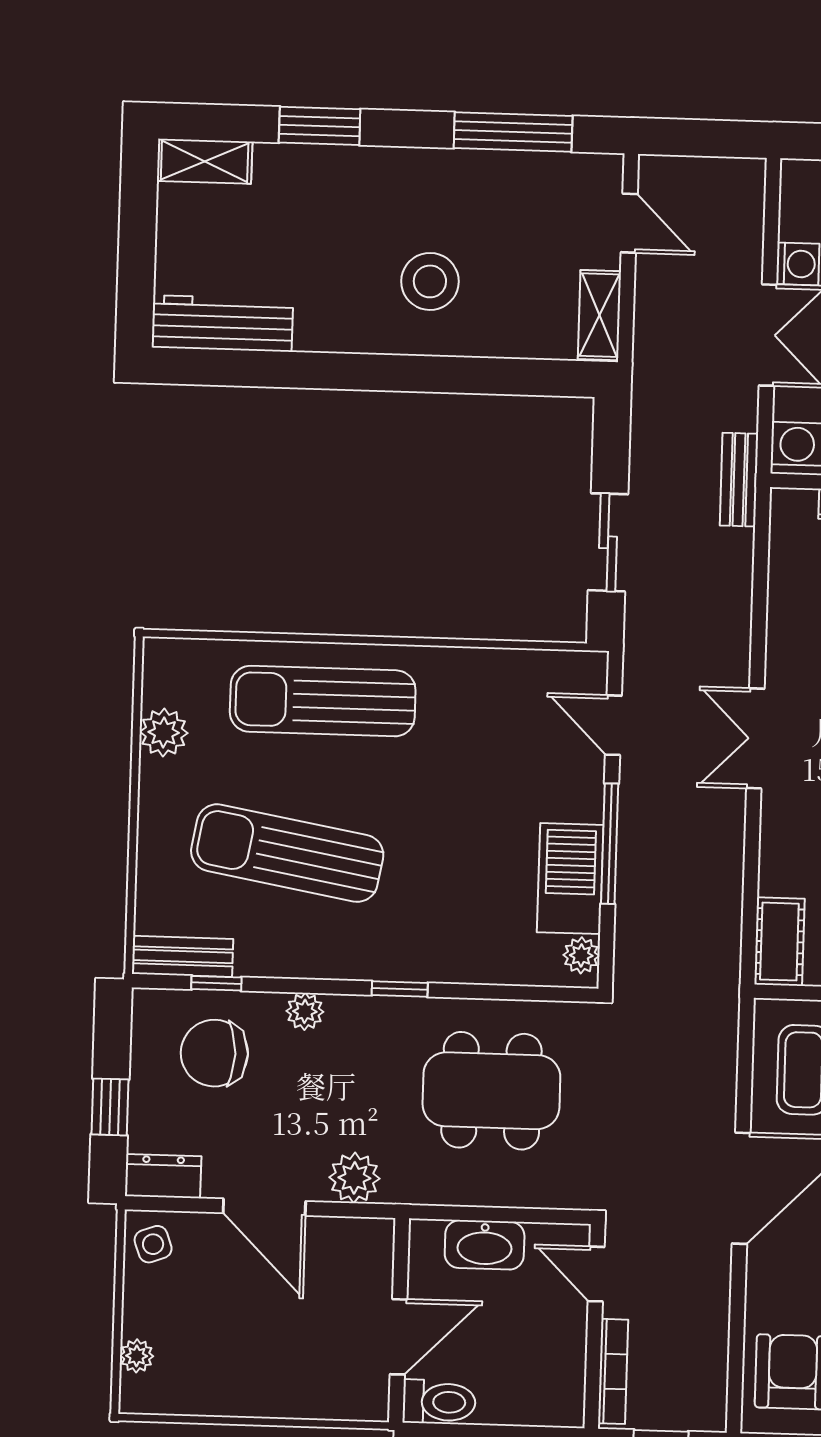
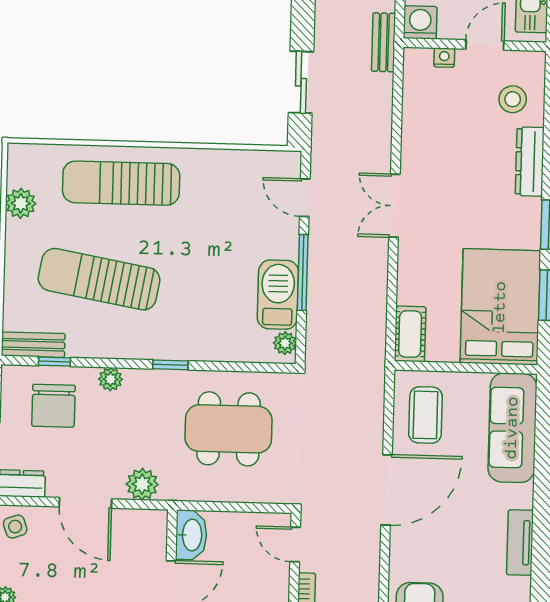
chair: (214, 1053) -> (53, 406), turned -90
washbasin: (485, 1245) -> (191, 535), moved, turned -90

